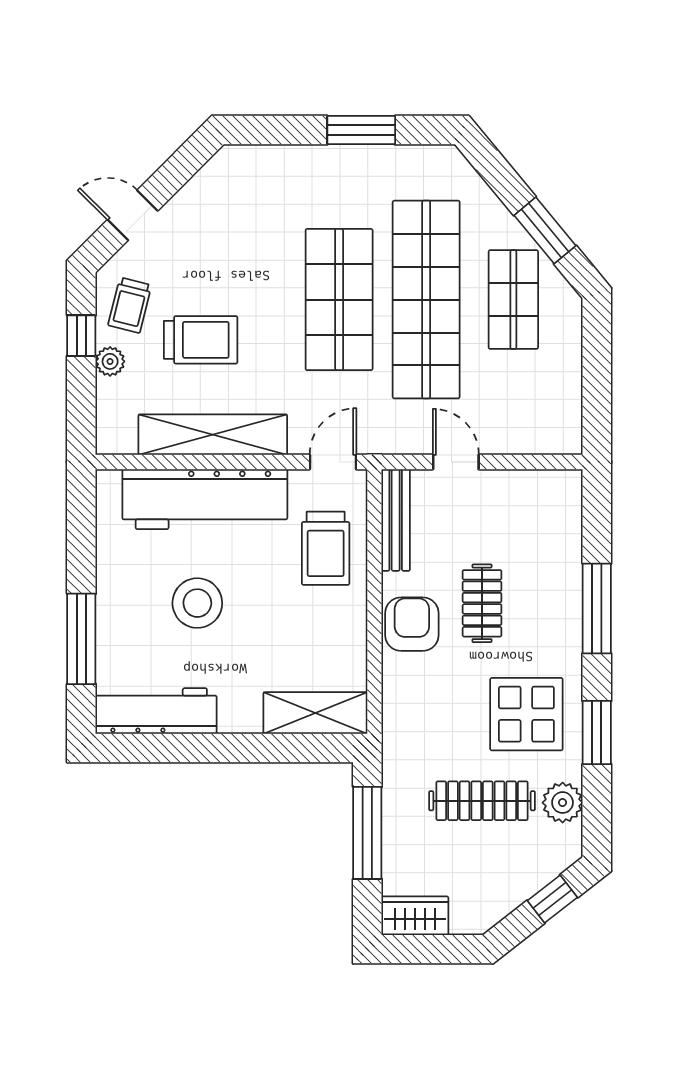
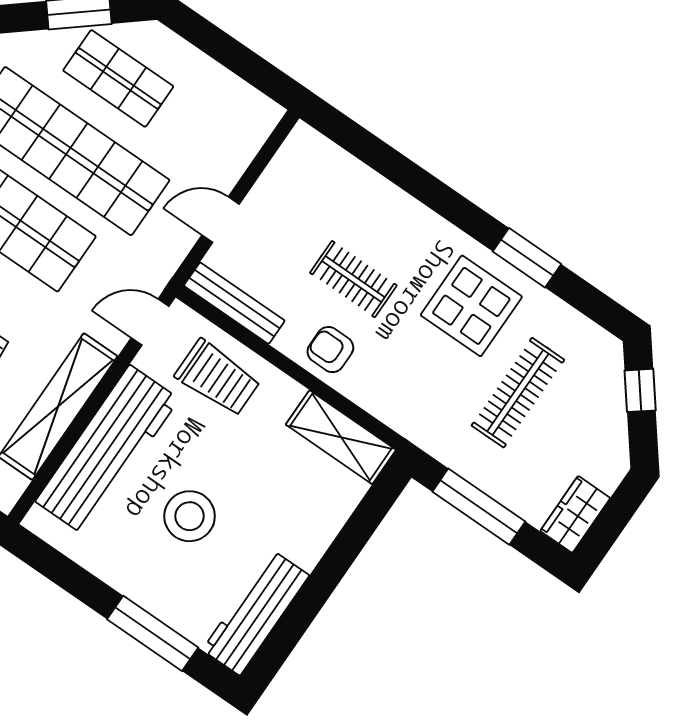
door: (333, 462) -> (150, 322), hinge flipped
window: (597, 609) -> (424, 187), removed
armchair: (412, 624) -> (330, 350), width x0.72, depth x0.72
shelving: (315, 713) -> (341, 437), moved, turned 90
plant: (563, 803) -> (566, 327), removed

